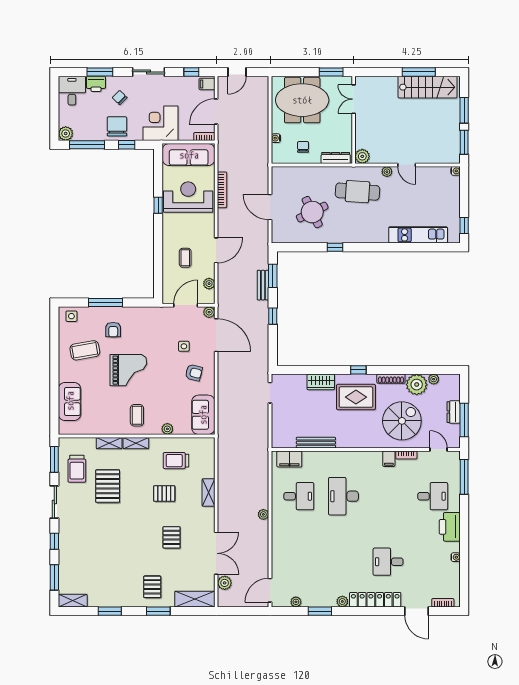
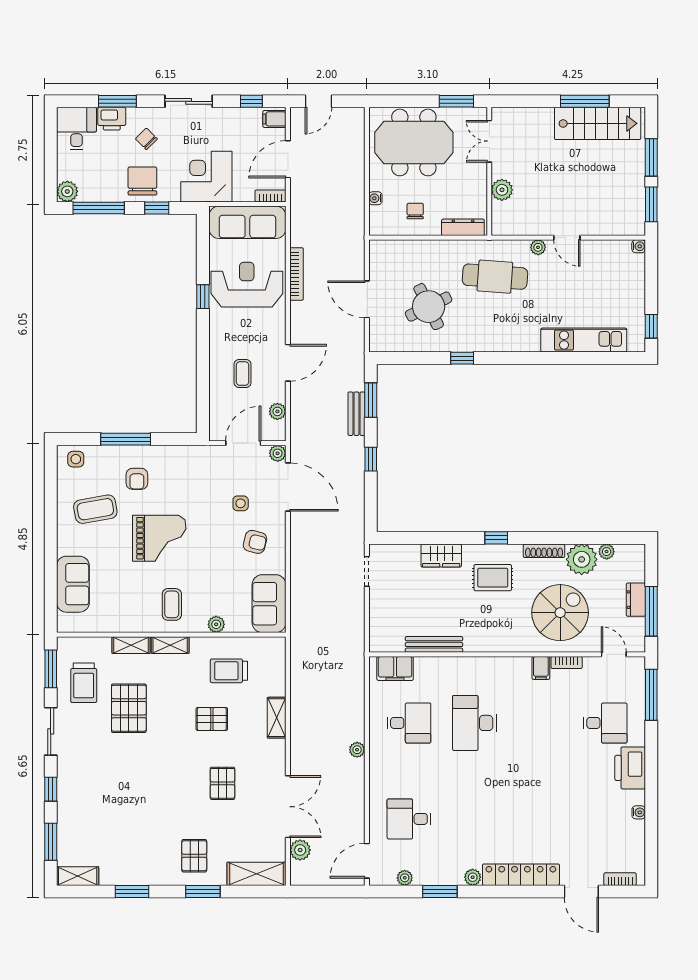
plant: (362, 156) -> (502, 190), moved
rug: (356, 397) -> (493, 578), width x0.73, depth x0.70
desk: (388, 562) -> (409, 819), moved

